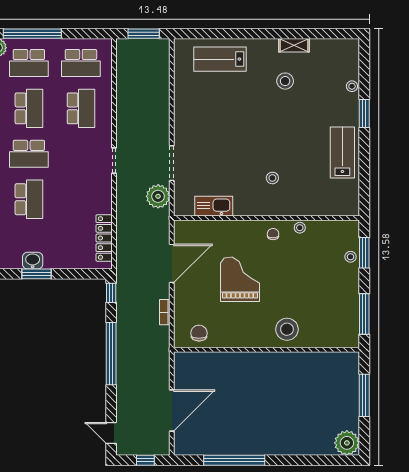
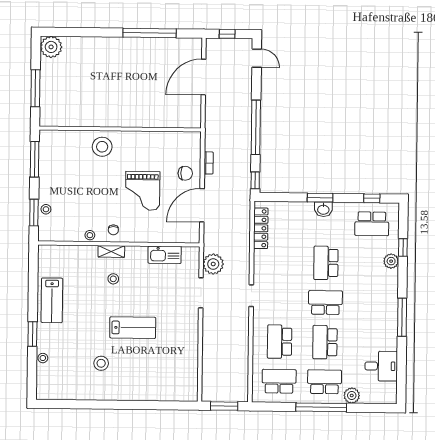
shelving: (294, 45) -> (111, 251), moved
lab bench: (220, 59) -> (133, 328), moved
chair: (199, 333) -> (185, 173), moved, turned -90

